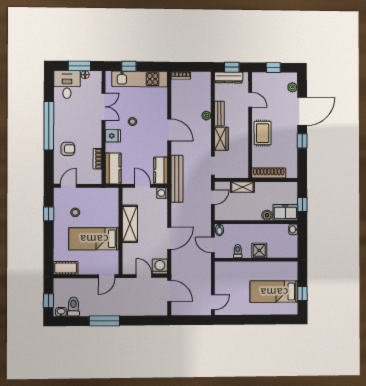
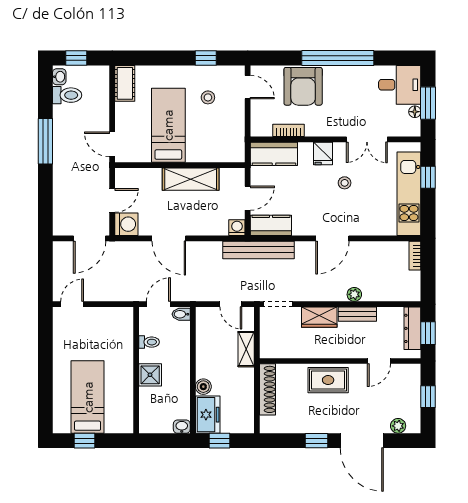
armchair: (68, 149) -> (303, 86), width x1.88, depth x1.88
door: (213, 302) -> (72, 304), swing flipped

